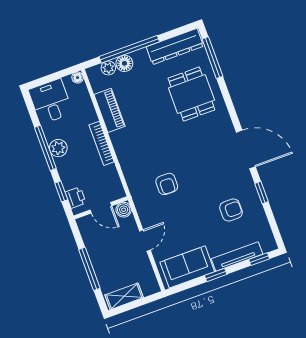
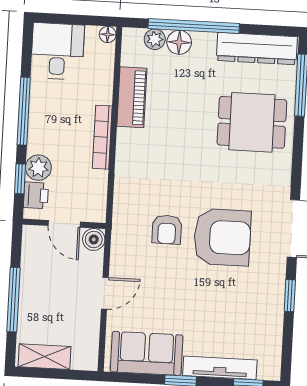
dining table: (191, 94) -> (252, 122), turned 90
plant: (58, 148) -> (38, 168), moved
armchair: (231, 210) -> (222, 237), moved, width x1.88, depth x1.88

